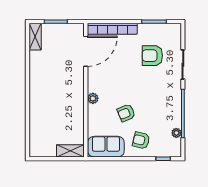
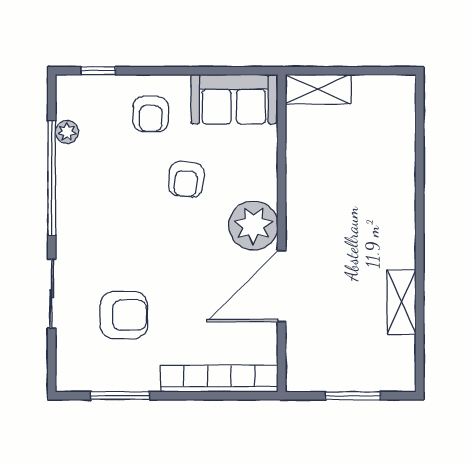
shelving: (35, 37) -> (402, 302), moved
door: (86, 51) -> (282, 286), moved
plant: (93, 98) -> (253, 225), width x1.87, depth x1.87
armchair: (126, 113) -> (186, 179), turned 119
armchair: (141, 140) -> (151, 114), turned 76

